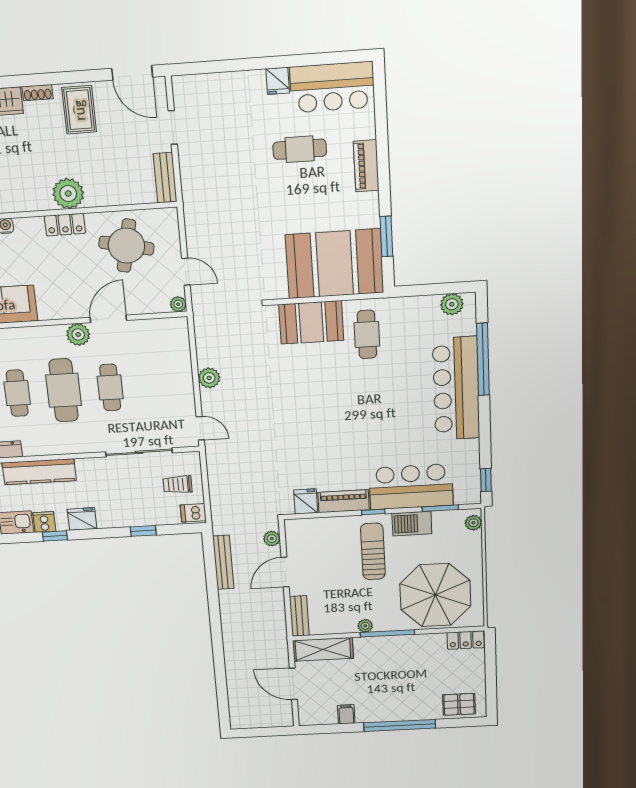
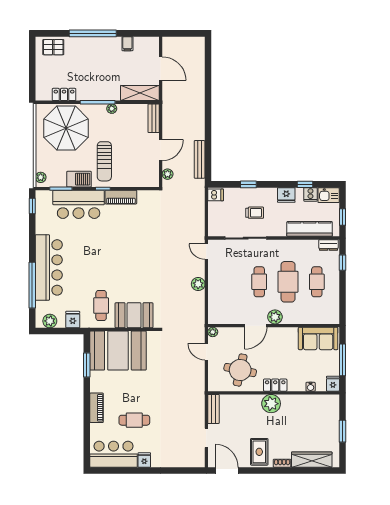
trolley: (178, 484) -> (255, 213), moved
fridge: (306, 501) -> (73, 320), moved, turned 180
locker: (466, 640) -> (64, 94), moved

